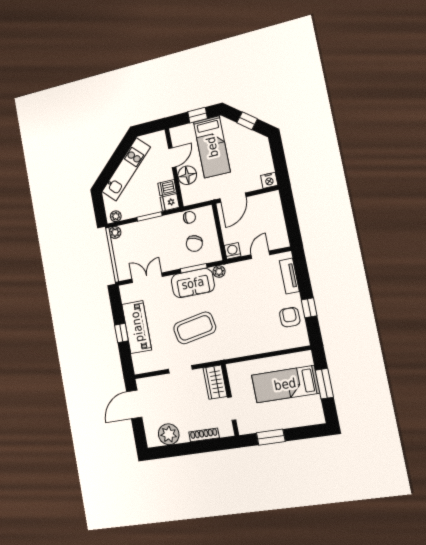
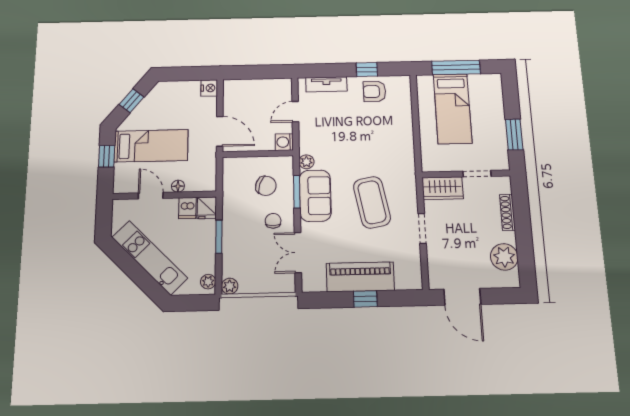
floor lamp: (187, 175) -> (178, 186), width x0.53, depth x0.53
chair: (189, 217) -> (273, 221), moved
door: (260, 255) -> (295, 112), hinge flipped
window: (324, 384) -> (456, 67), width x1.44

